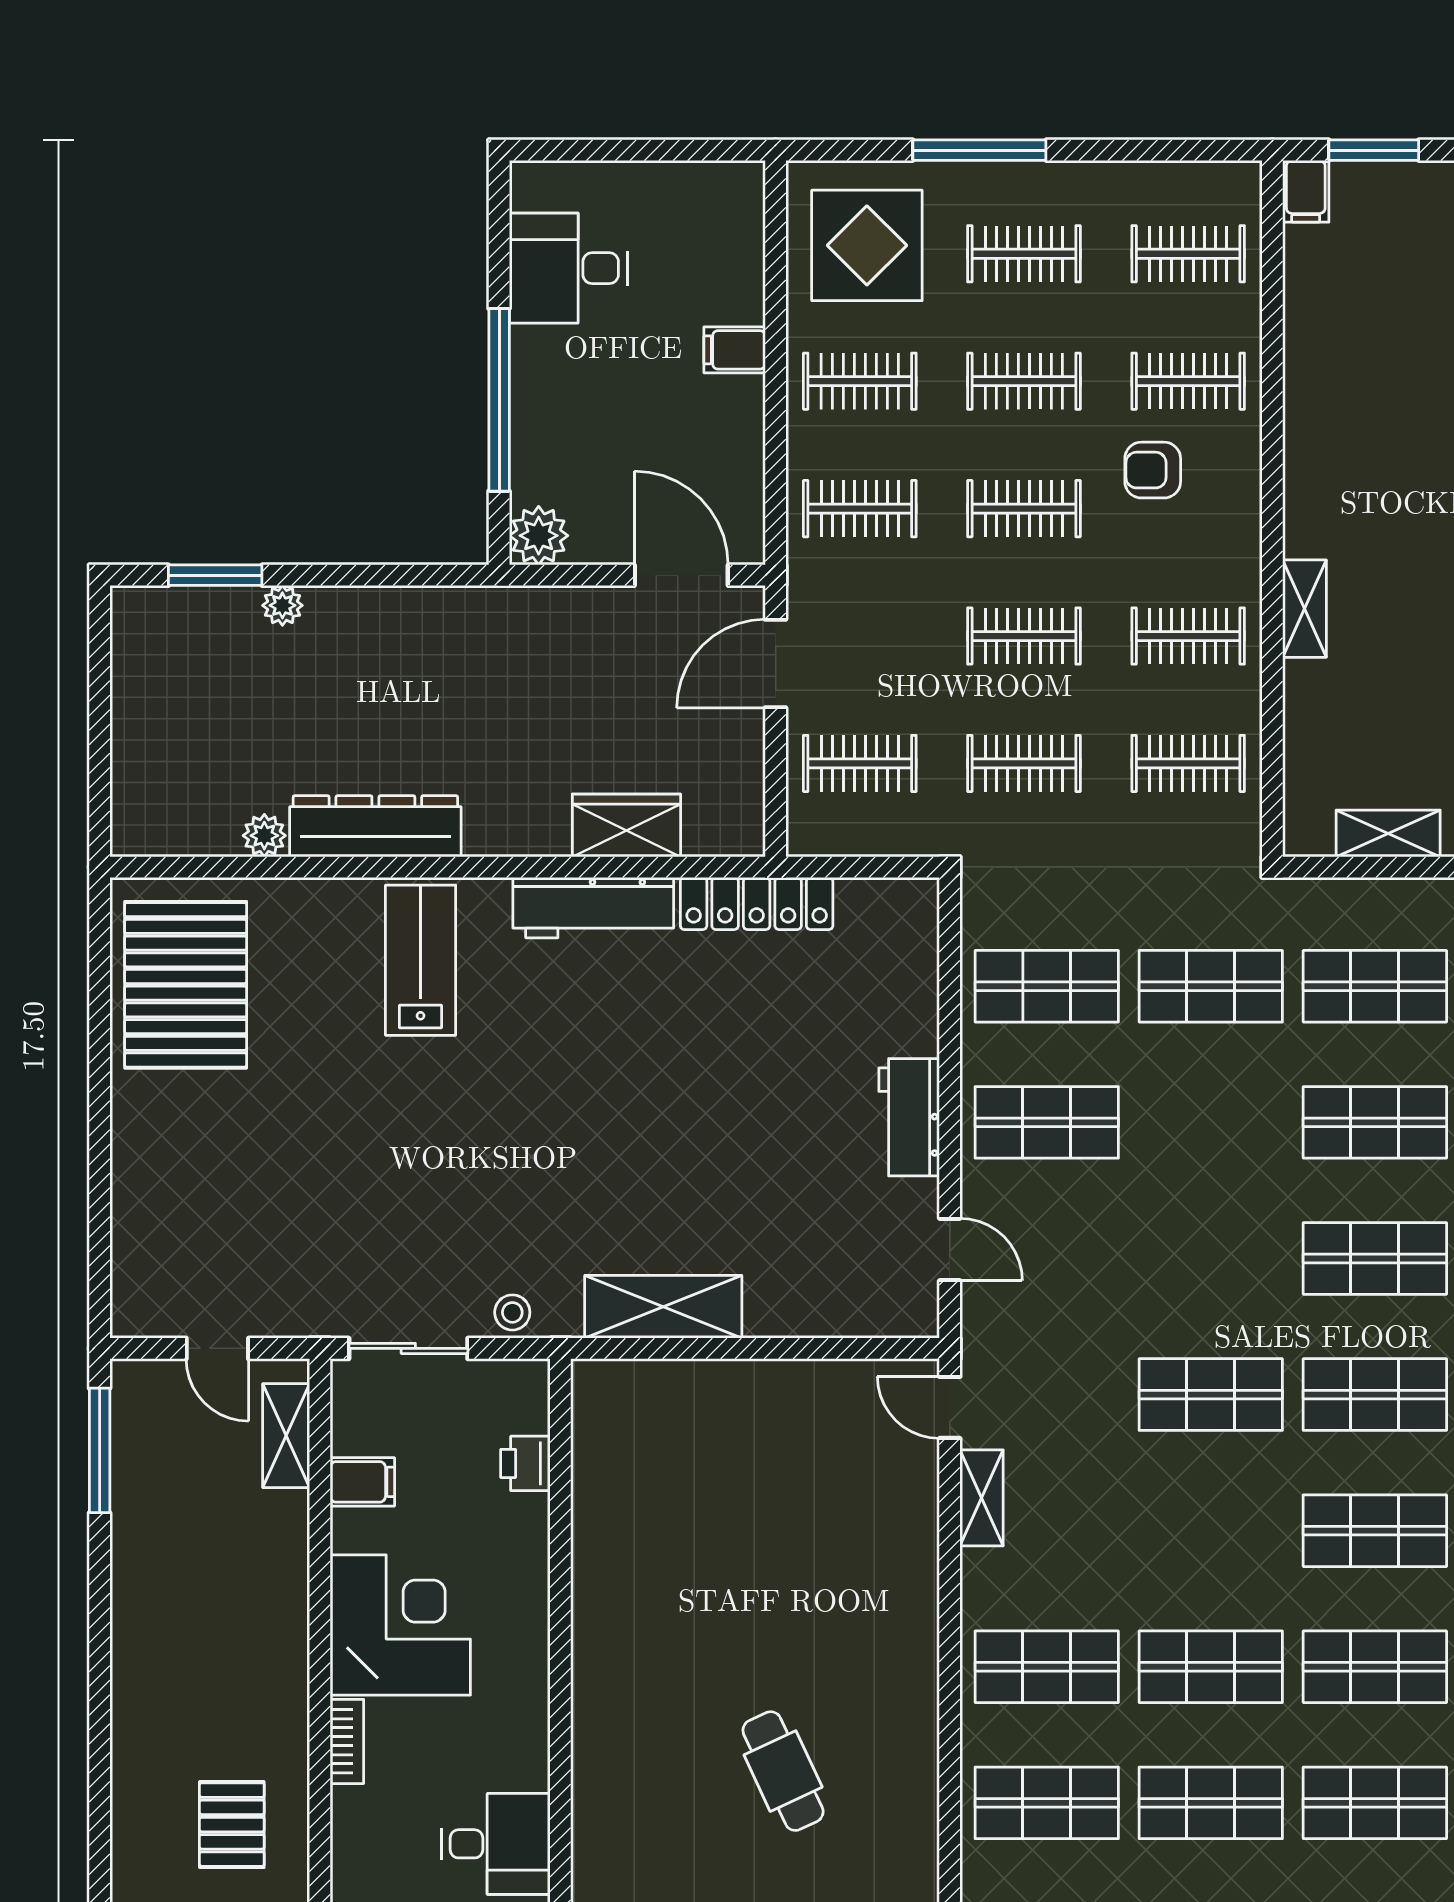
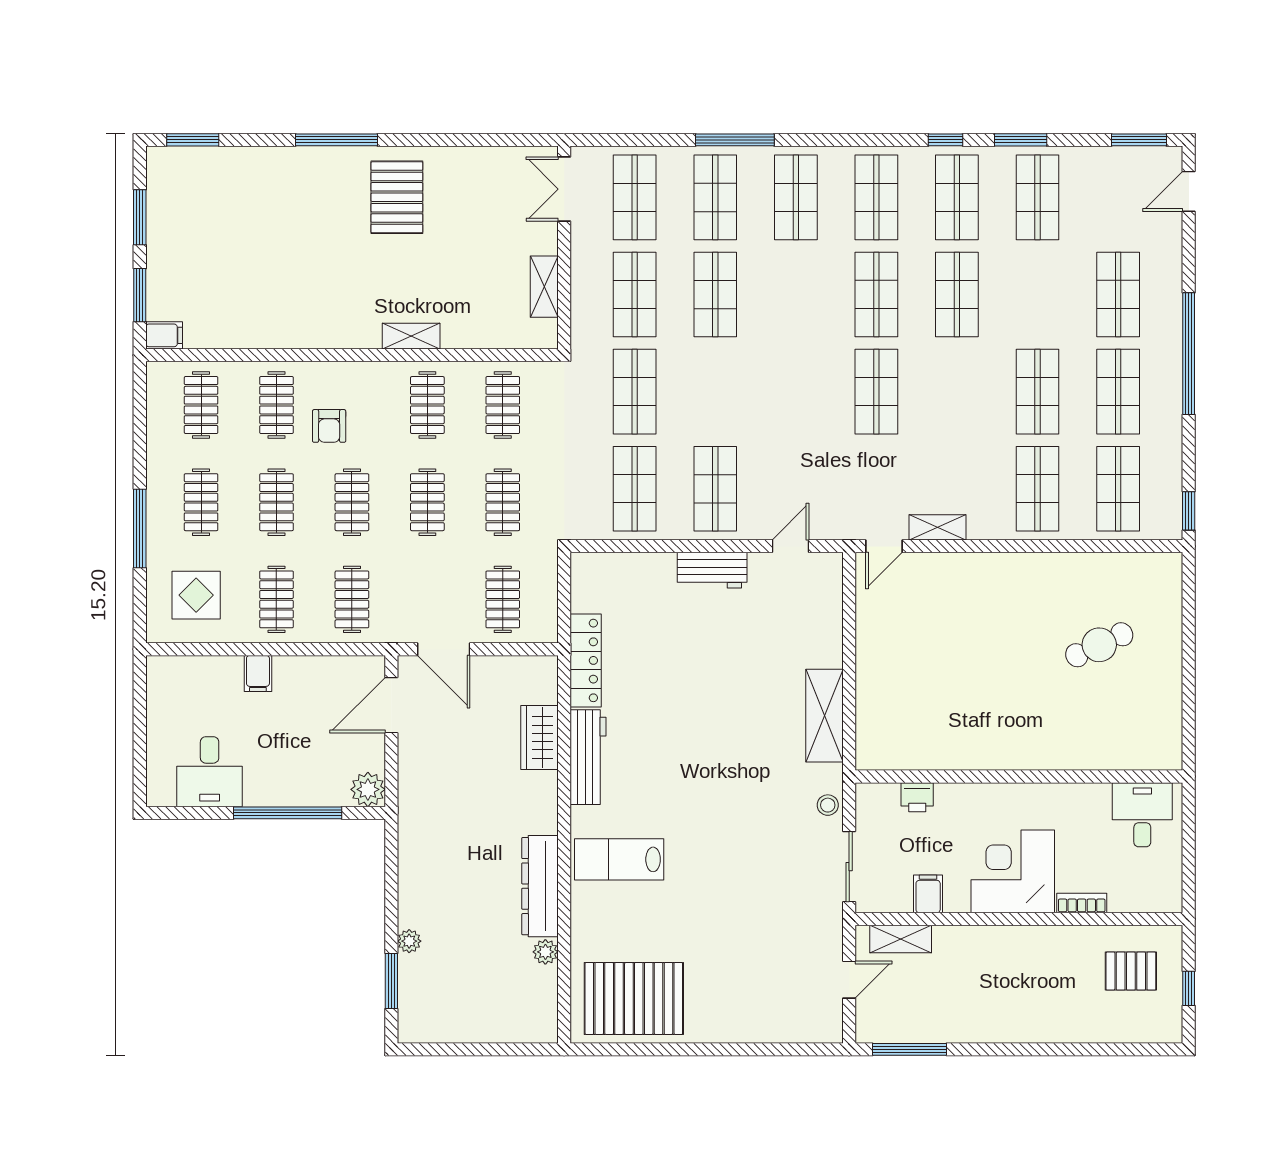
display table: (867, 245) -> (196, 595), width x0.73, depth x0.73
shop shelf: (1375, 1258) -> (796, 294), removed
shop shelf: (1375, 1667) -> (1037, 294), removed

